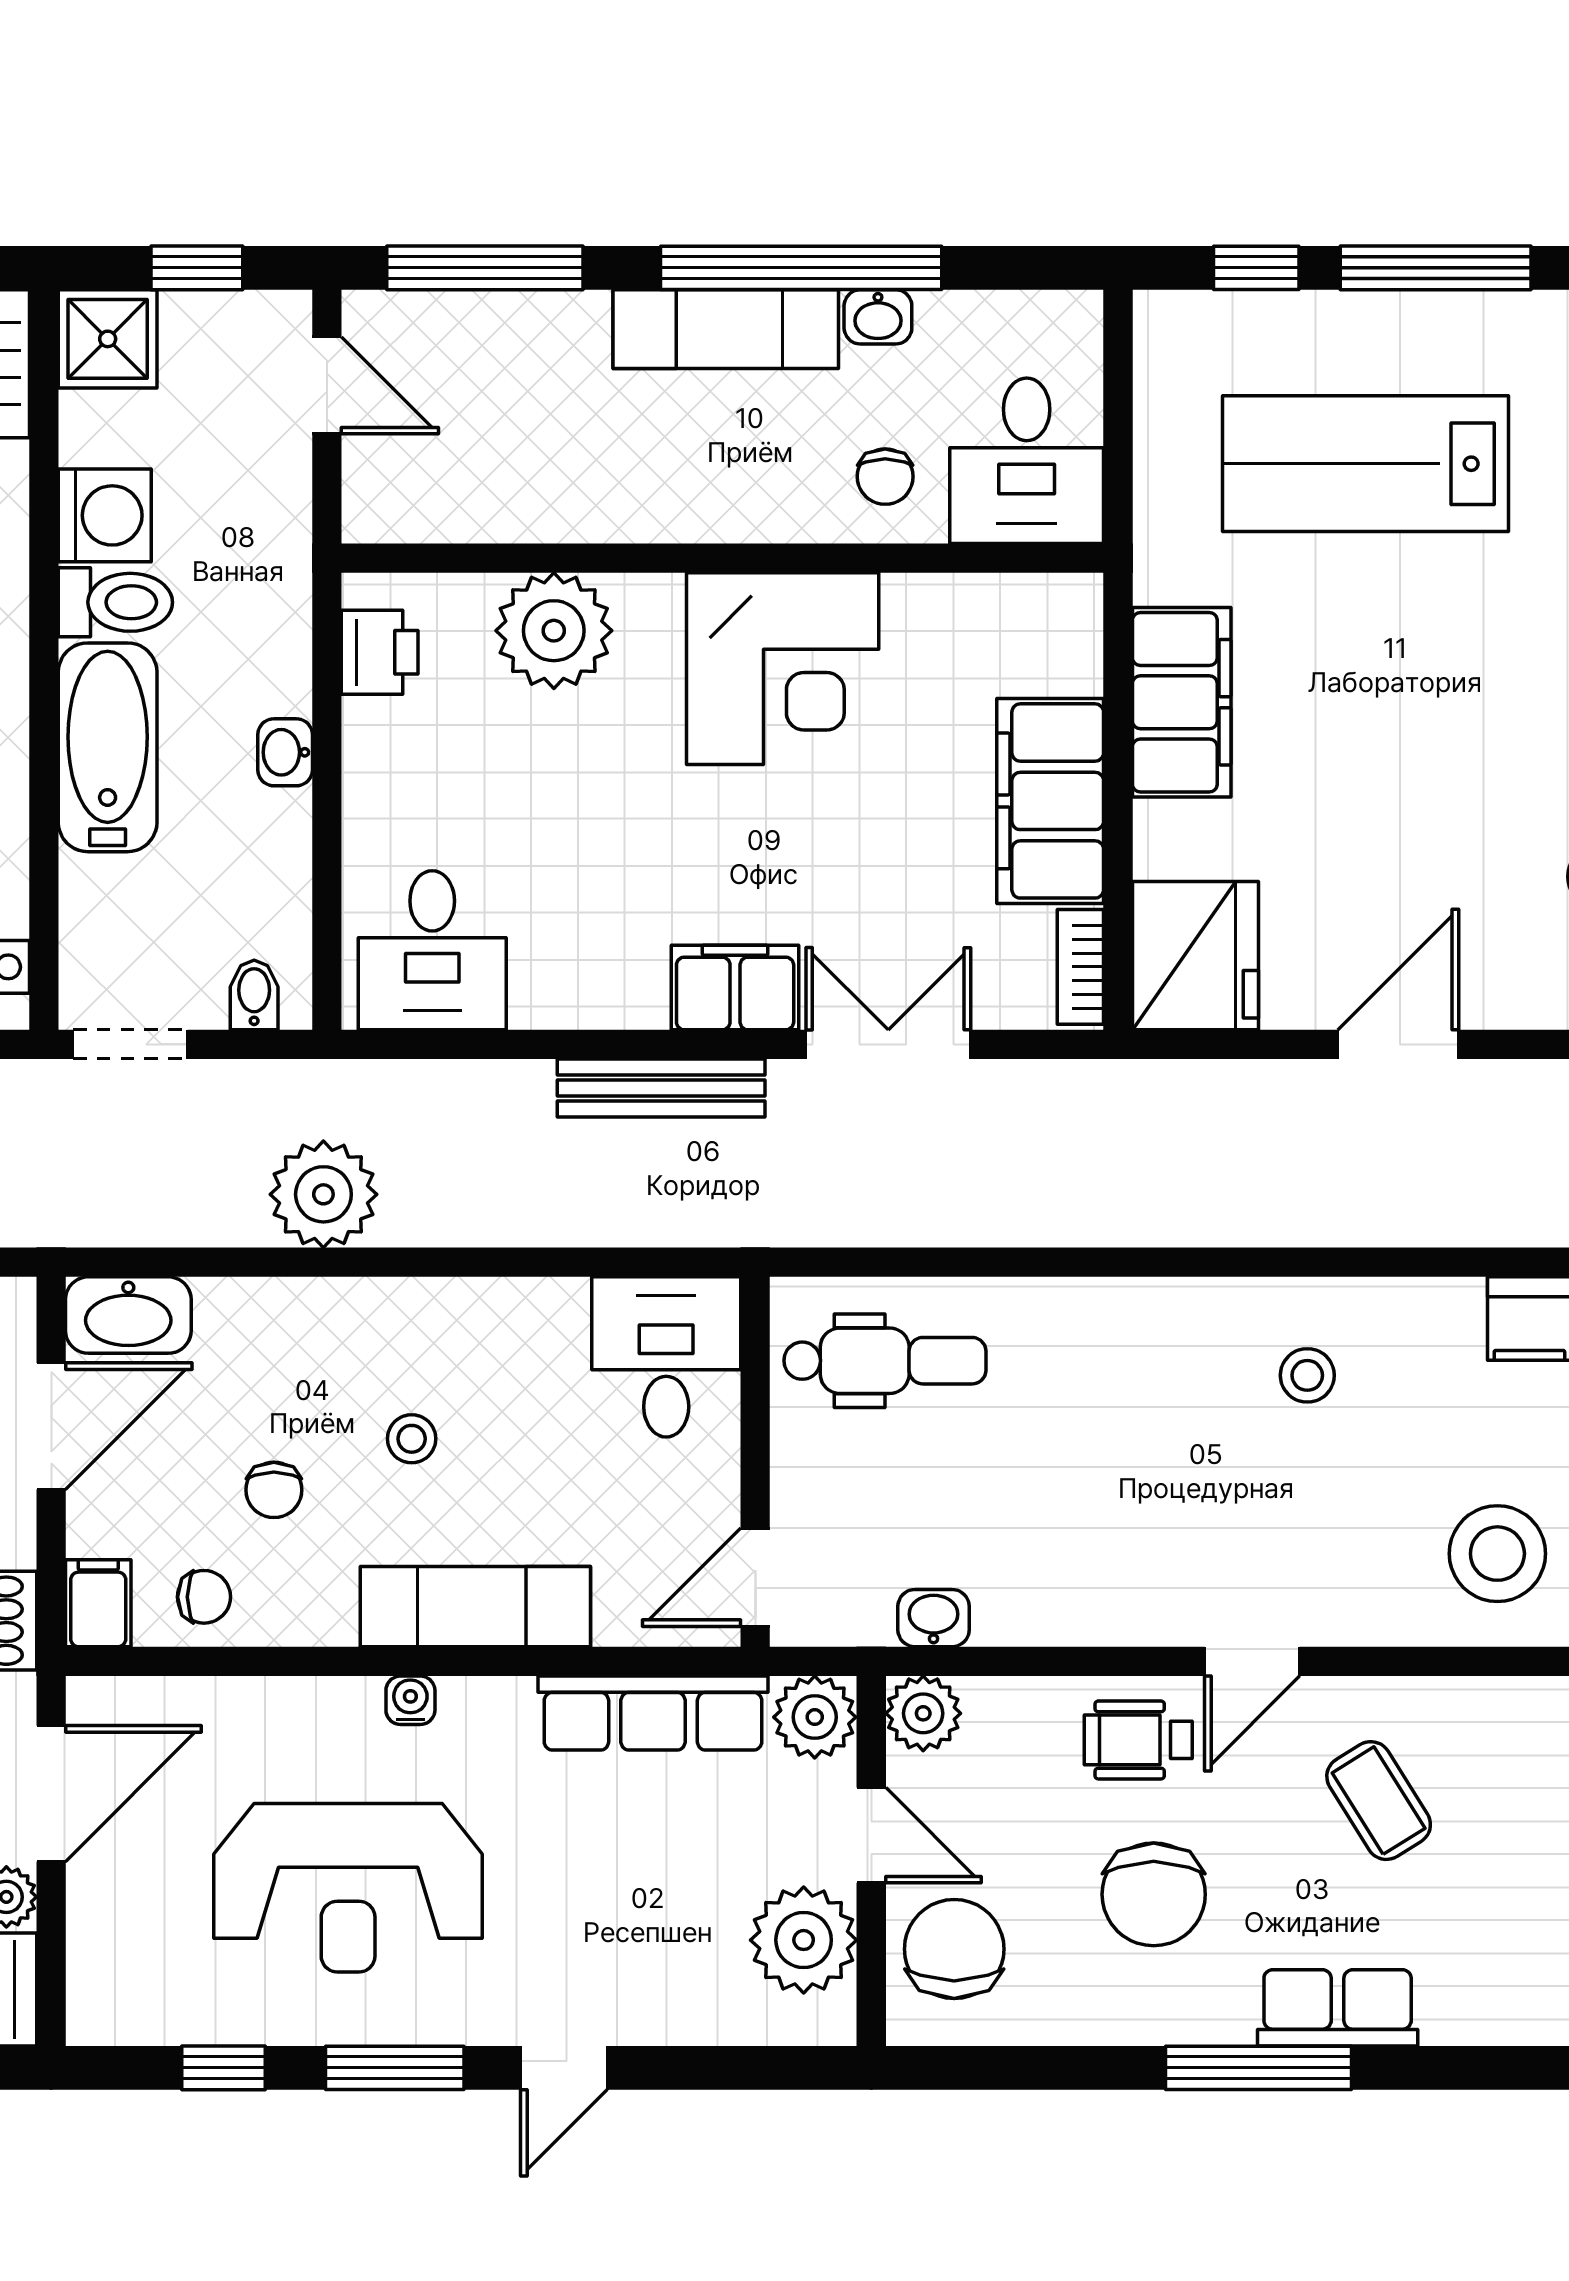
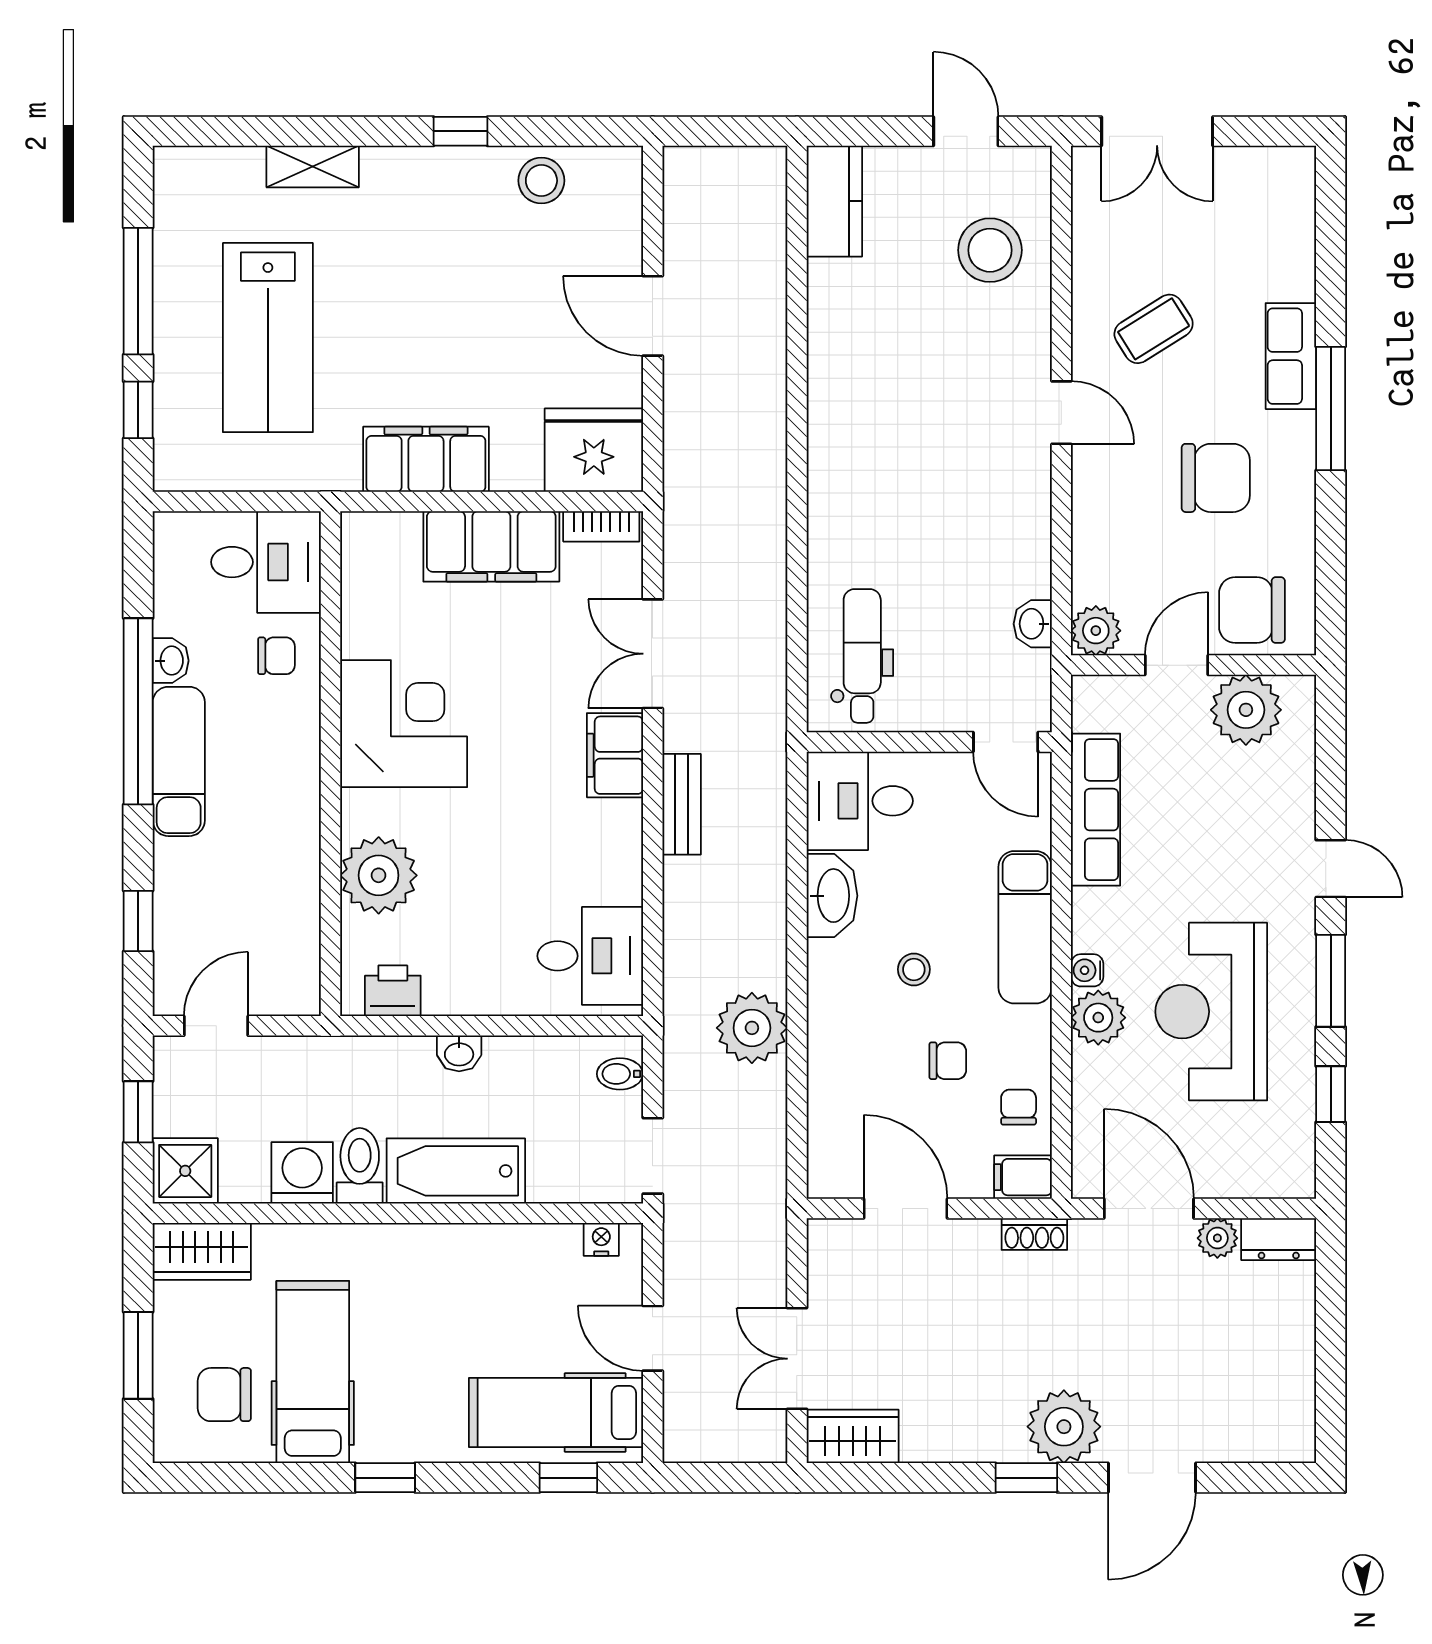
window: (485, 268) -> (138, 921), width x0.46
bench: (661, 1088) -> (682, 804), width x0.73
washbasin: (128, 1315) -> (832, 896), moved
stool: (1307, 1375) -> (872, 376), removed
plant: (815, 1717) -> (1098, 1018), moved
wheelchair: (1138, 1740) -> (1113, 488), removed
reception desk: (348, 1888) -> (1211, 1012), turned 180

